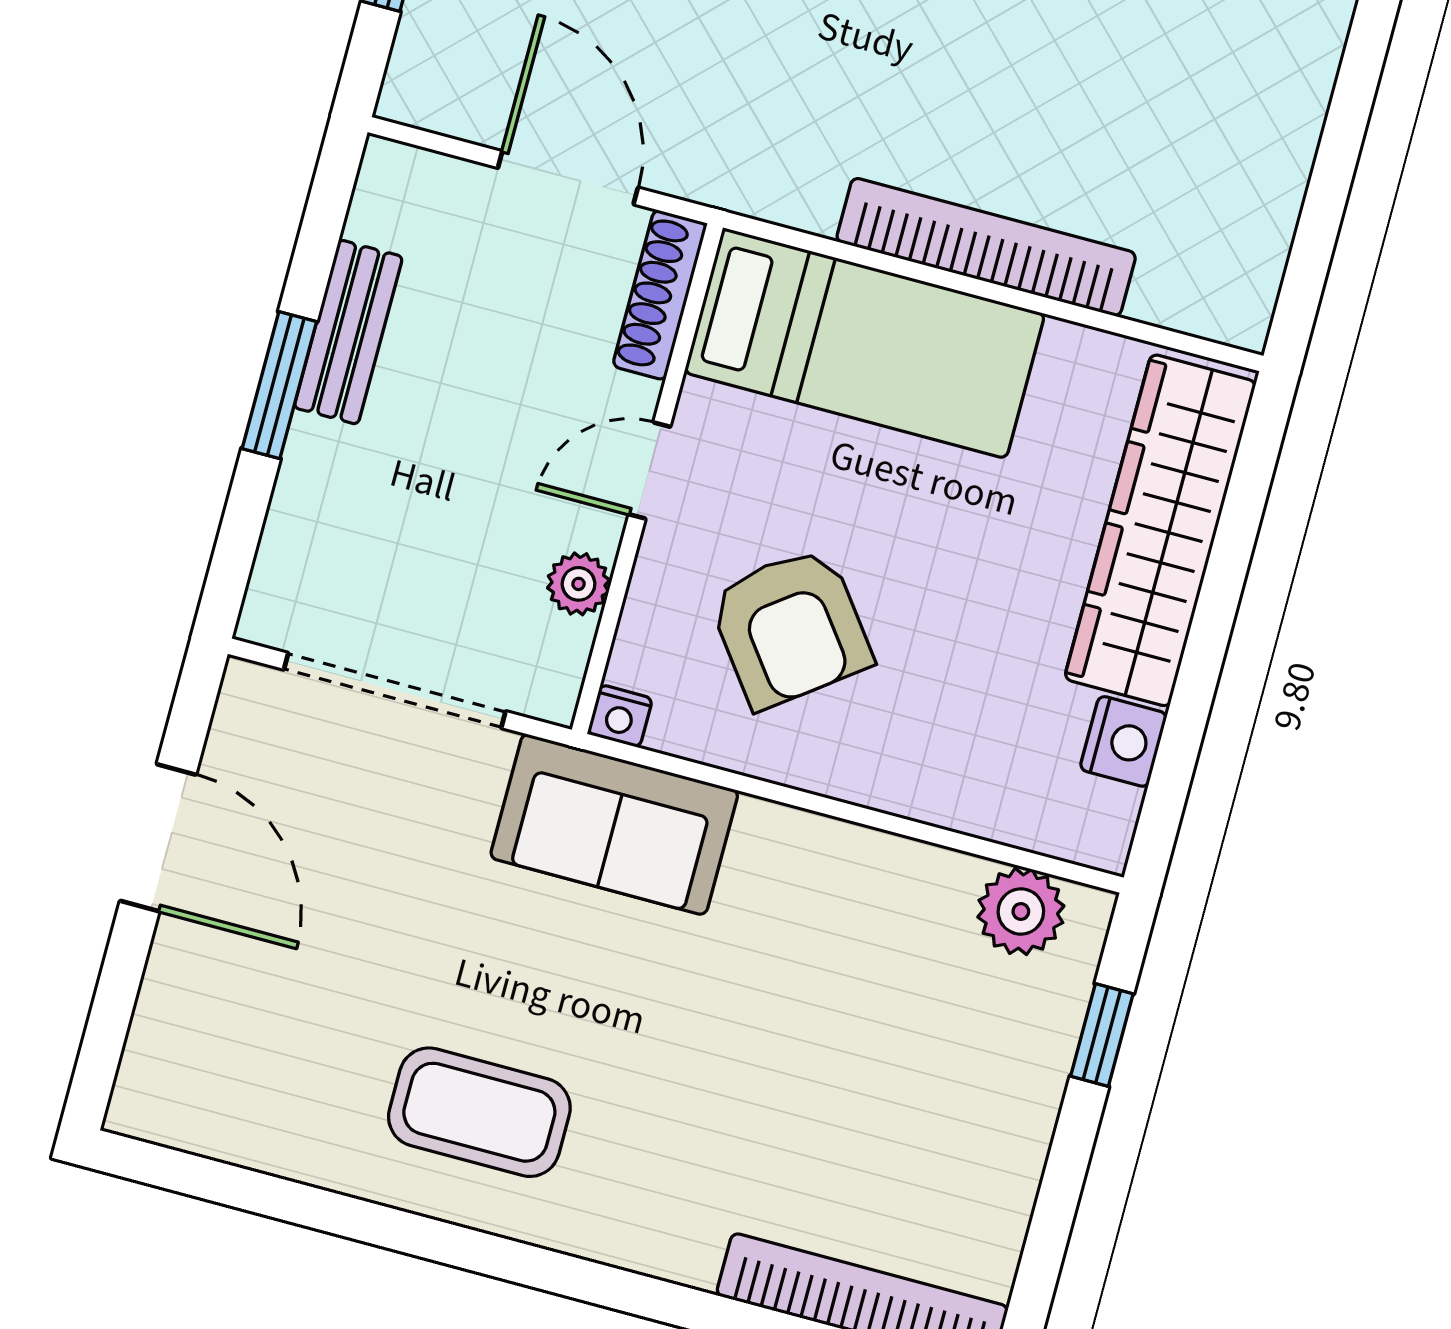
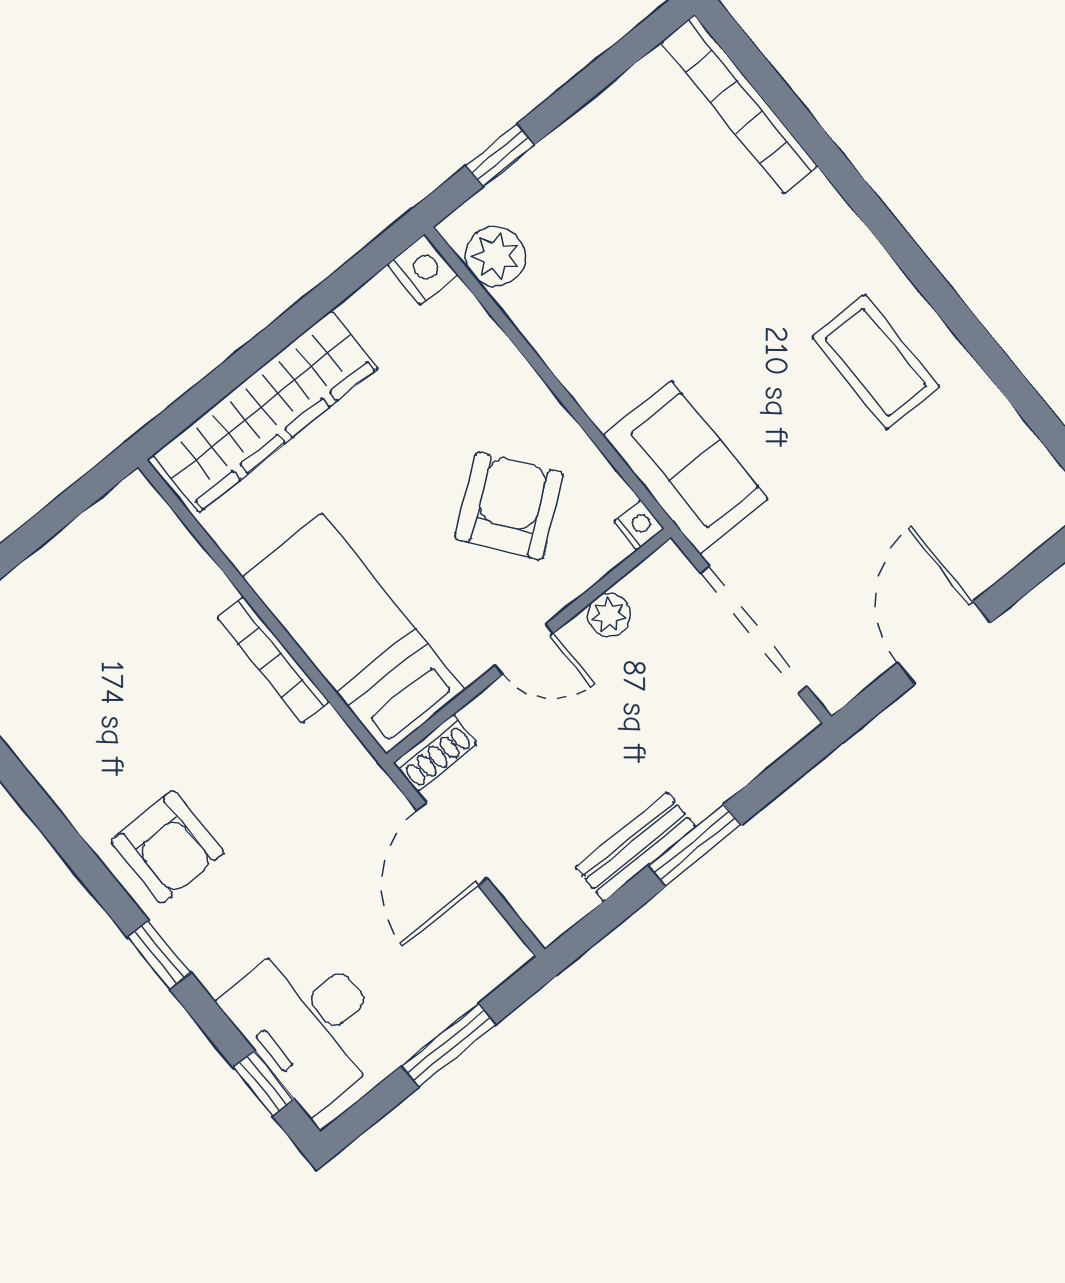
bookcase: (986, 247) -> (273, 660), width x0.68, depth x0.76
shoe rack: (660, 295) -> (435, 753), width x0.70
nightstand: (1123, 741) -> (423, 269), moved, turned 90

